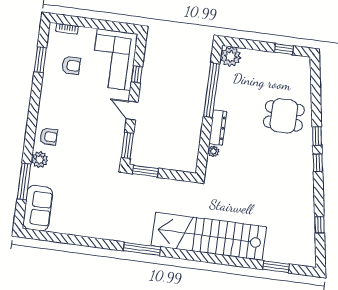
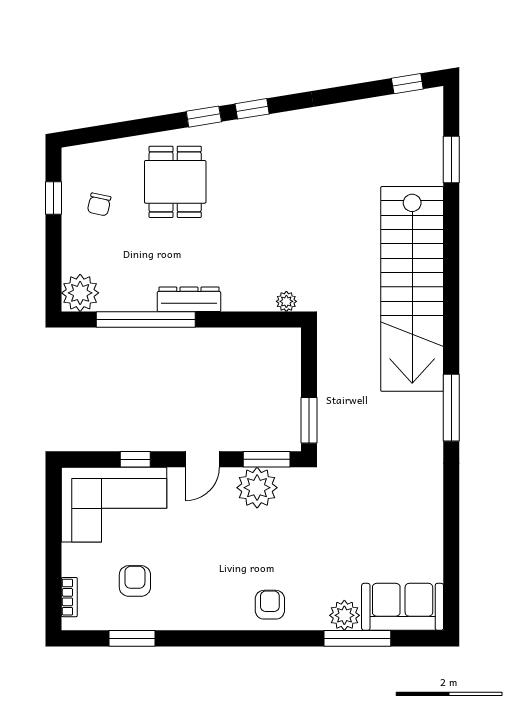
chair: (277, 73) -> (99, 204), added
dresser: (218, 128) -> (189, 299), moved
plant: (113, 138) -> (257, 488), added
plant: (213, 151) -> (286, 301), moved
plant: (40, 160) -> (344, 615), moved
window: (320, 225) -> (407, 84), moved

